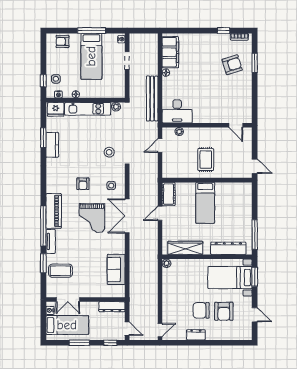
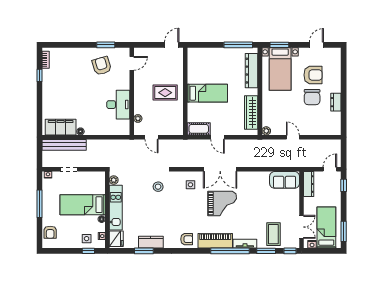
bed: (91, 56) -> (83, 205), moved, turned 180
window: (255, 63) -> (106, 45), moved
armchair: (232, 65) -> (102, 66), moved
bench: (152, 98) -> (64, 145), moved
desk: (177, 111) -> (118, 105), moved
armchair: (83, 184) -> (187, 239), moved
sofa: (116, 269) -> (285, 180), moved
window: (43, 288) -> (290, 251), added
door: (160, 330) -> (293, 137), moved
window: (79, 343) -> (344, 231), moved

